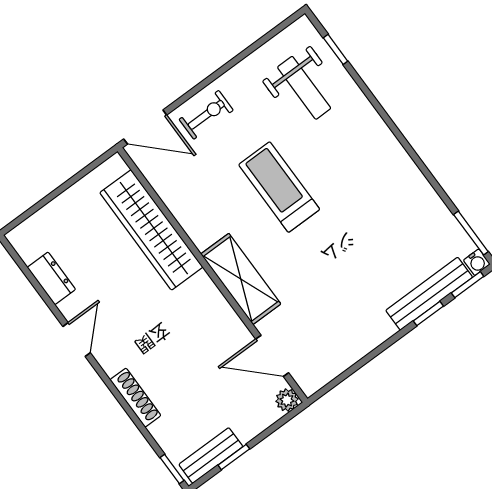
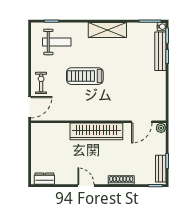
wardrobe: (151, 230) -> (96, 131), moved
dresser: (51, 278) -> (44, 179), moved
shelving: (241, 279) -> (107, 30), moved

